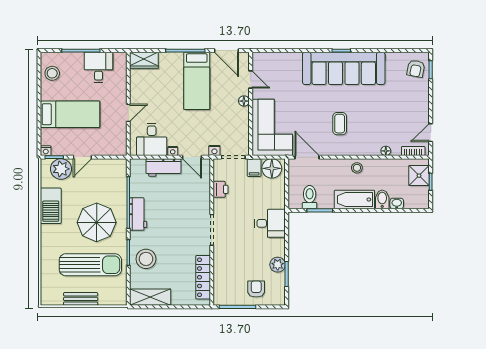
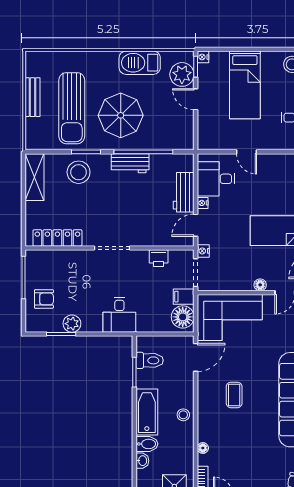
coffee table: (340, 124) -> (234, 395), turned 90

